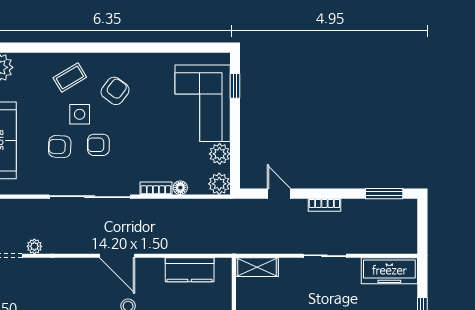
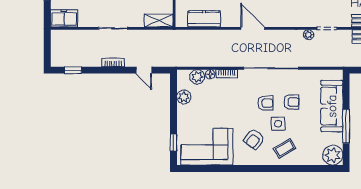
corner sofa: (203, 103) -> (207, 147), moved, turned -90
plant: (219, 184) -> (197, 77), moved
window: (384, 194) -> (73, 70), width x0.67
freezer: (389, 271) -> (64, 18), width x0.71

